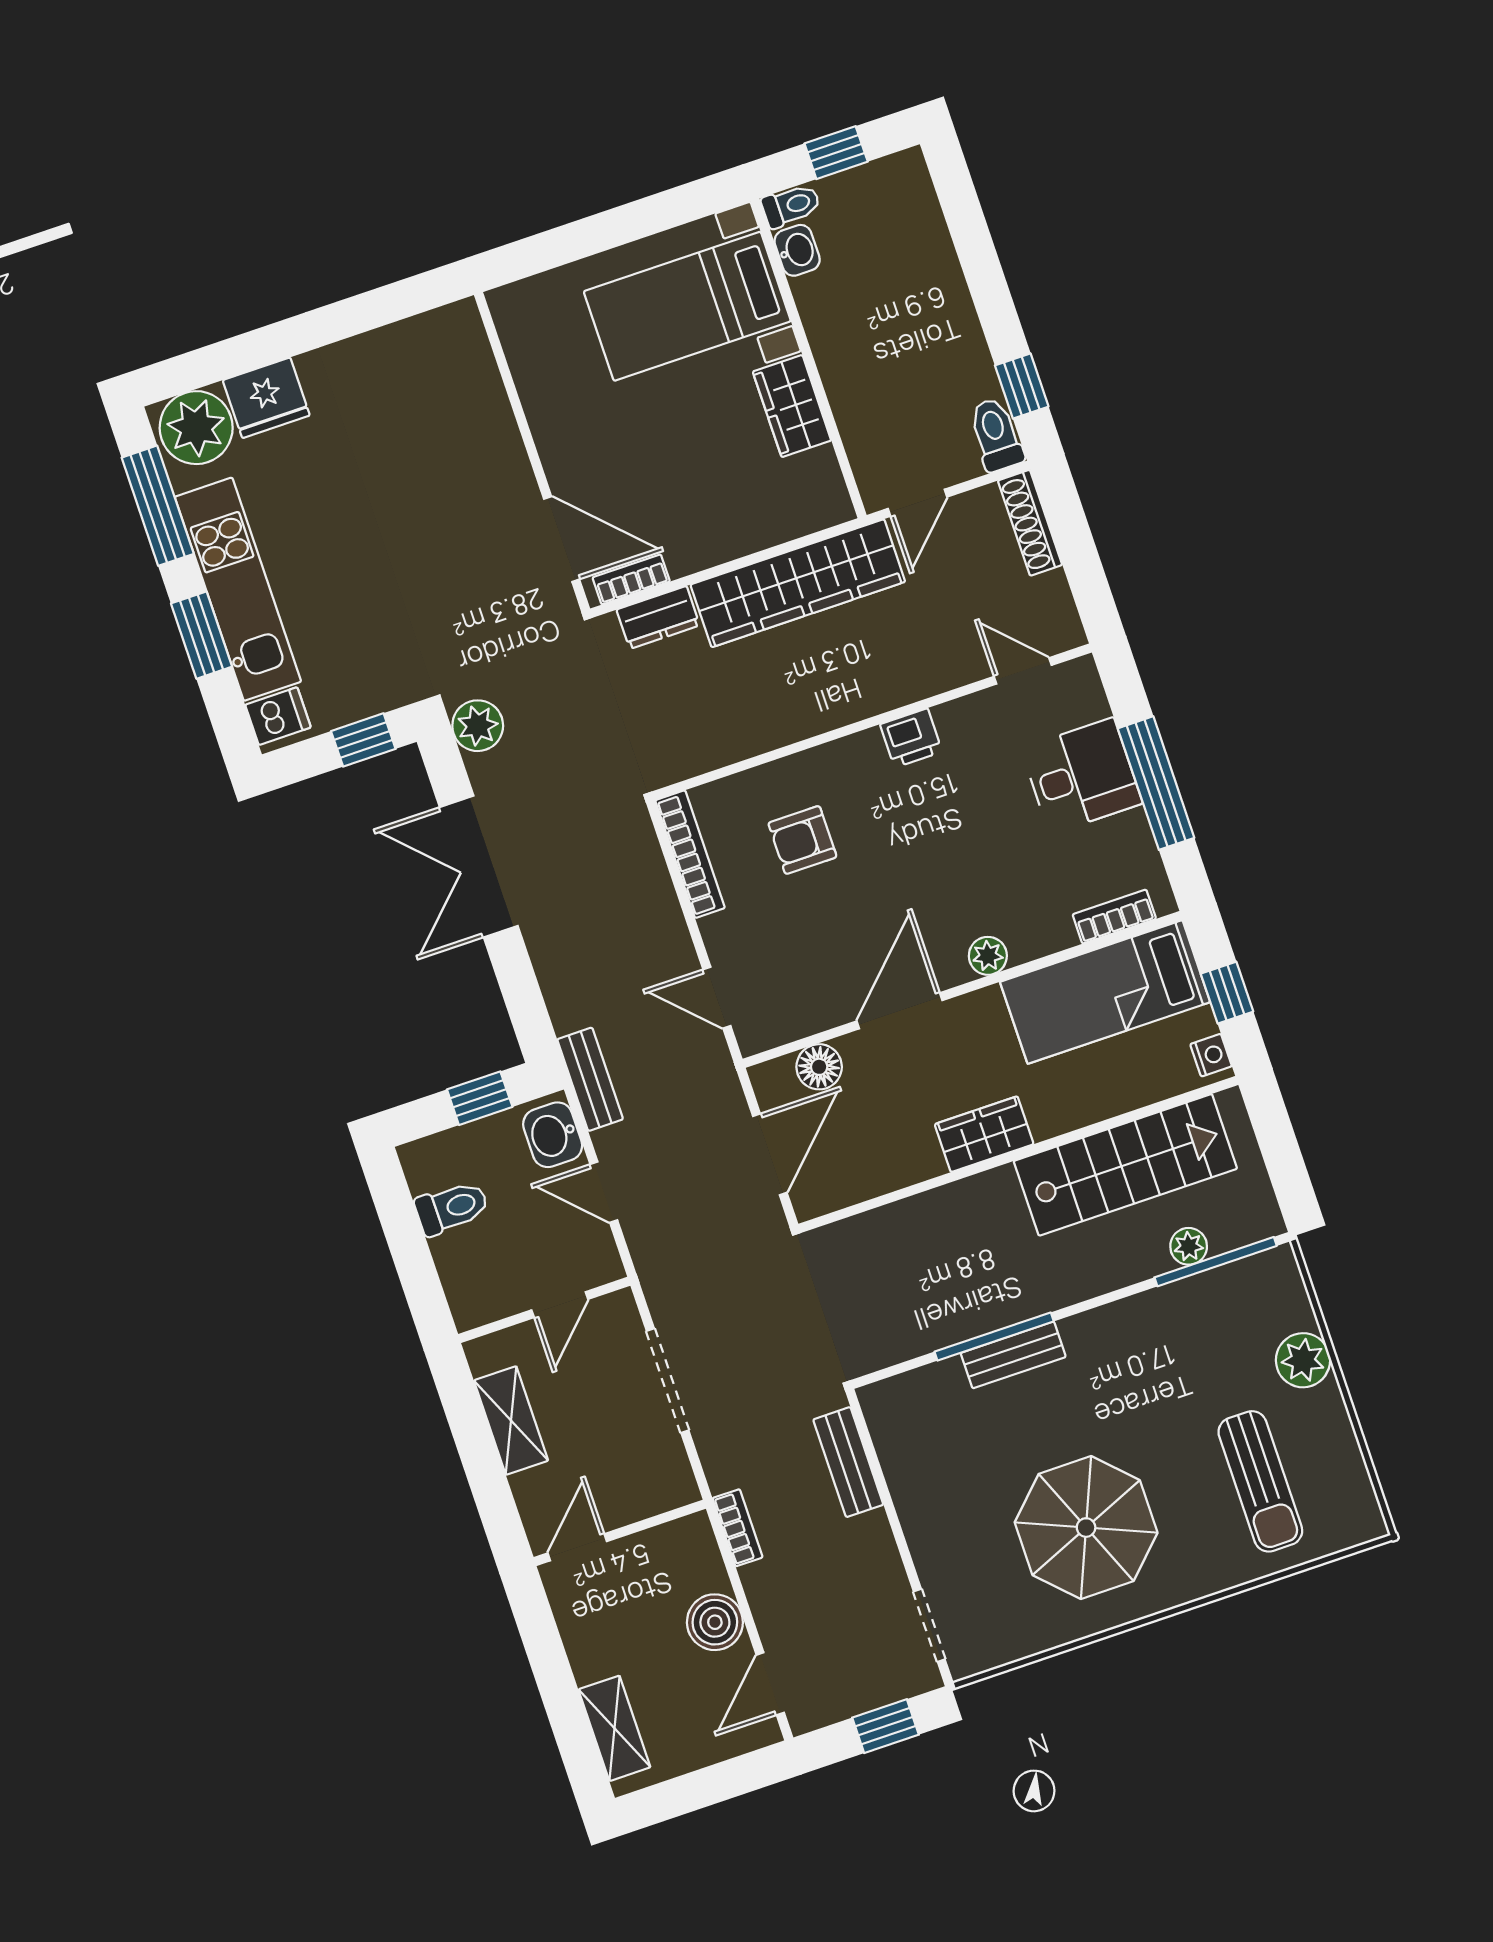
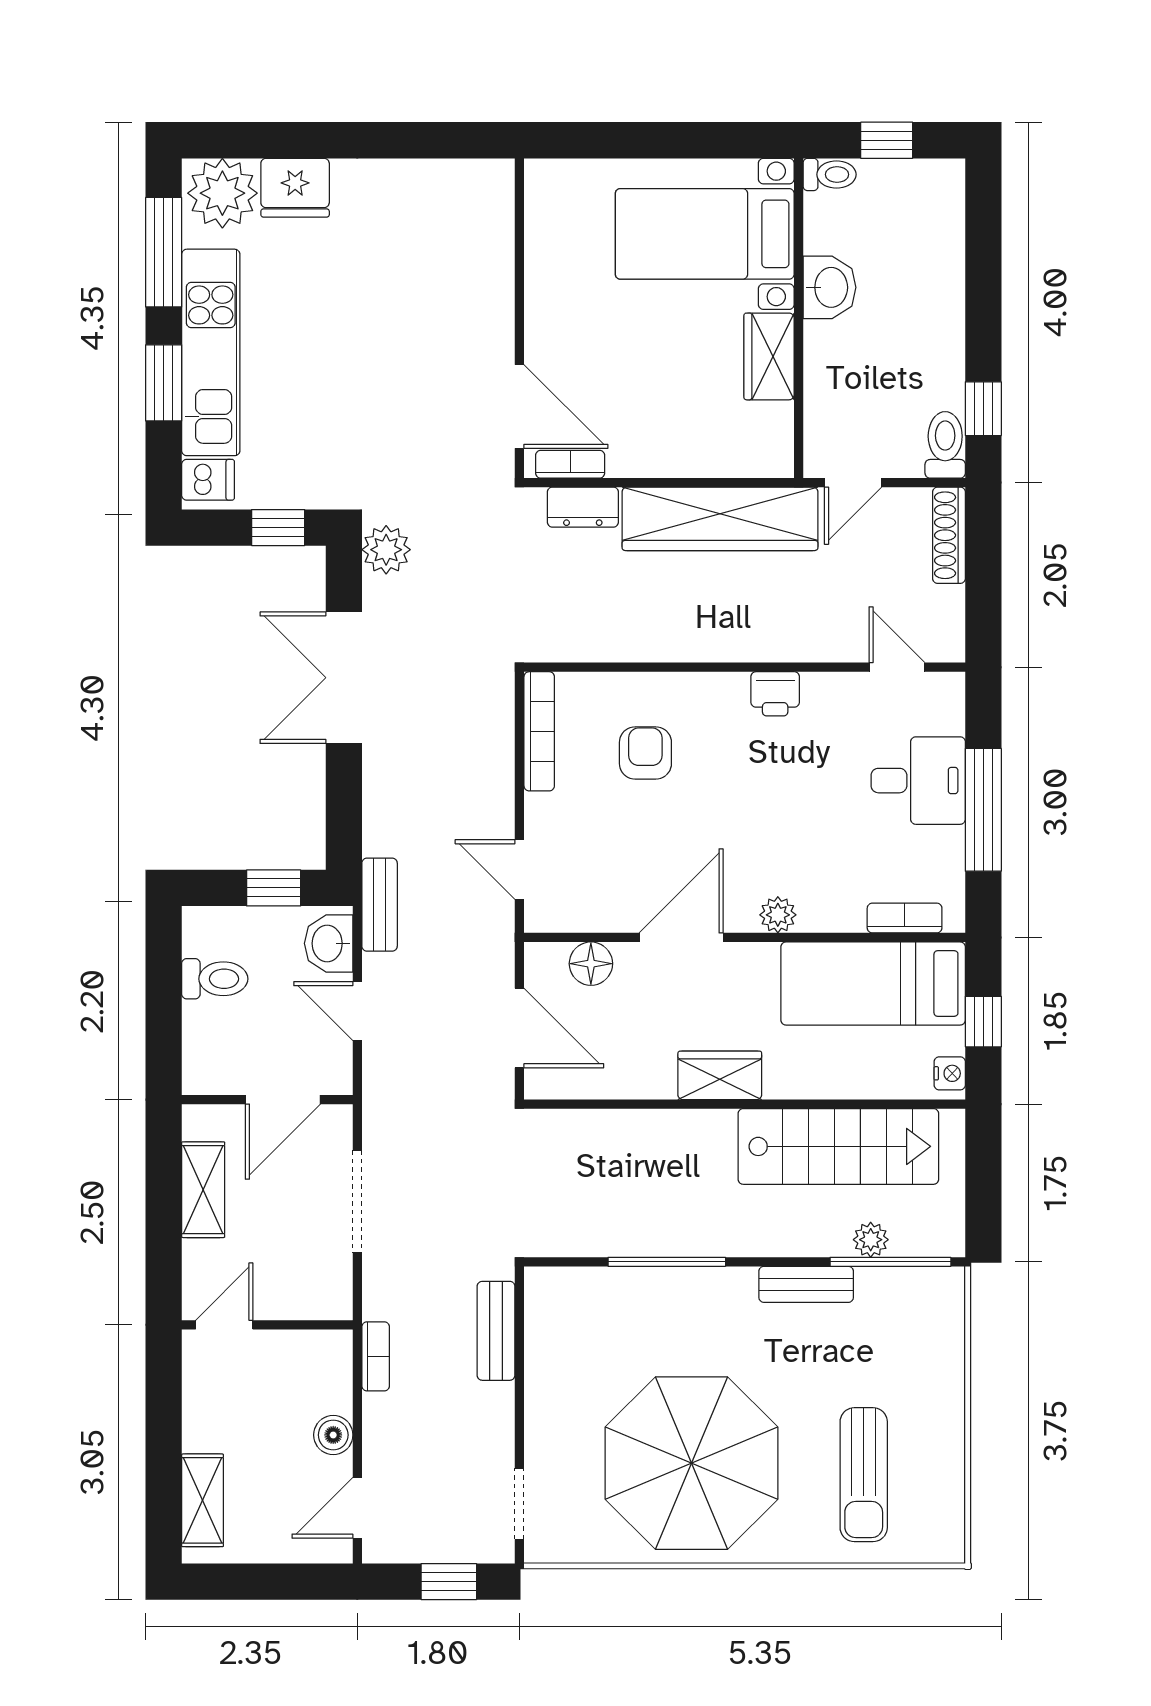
washbasin: (797, 250) -> (830, 287), moved, width x1.38, depth x1.45
armchair: (802, 840) -> (645, 753), turned 90
door: (770, 1154) -> (519, 1028), hinge flipped
door: (560, 1305) -> (283, 1100), width x1.38
bench: (1013, 1355) -> (806, 1284), moved
plant: (1303, 1360) -> (939, 1378), removed
parasol: (1086, 1528) -> (692, 1463), width x1.36, depth x1.36
boiler: (715, 1622) -> (333, 1435), width x0.73, depth x0.73

